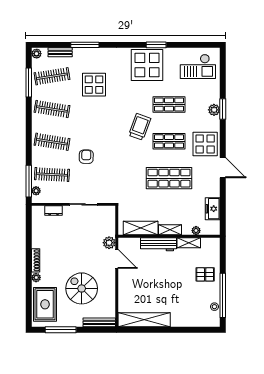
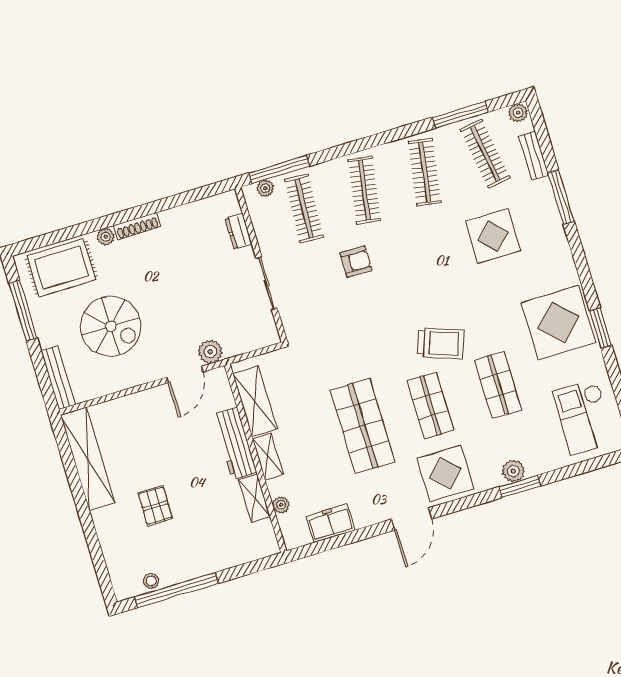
pallet: (205, 274) -> (155, 506), moved
spiral stairs: (82, 288) -> (111, 326), turned 90

